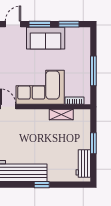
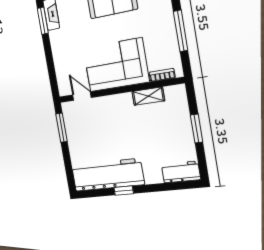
workbench: (83, 163) -> (181, 172), moved, turned 90
window: (42, 185) -> (124, 191), moved

